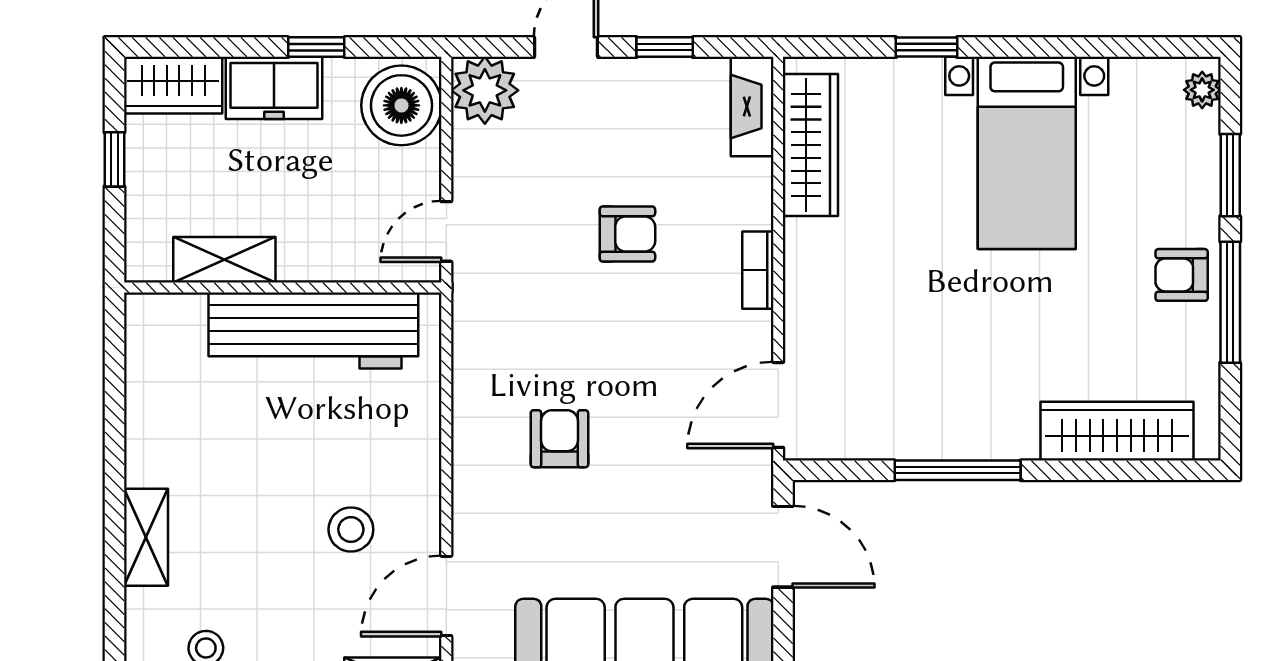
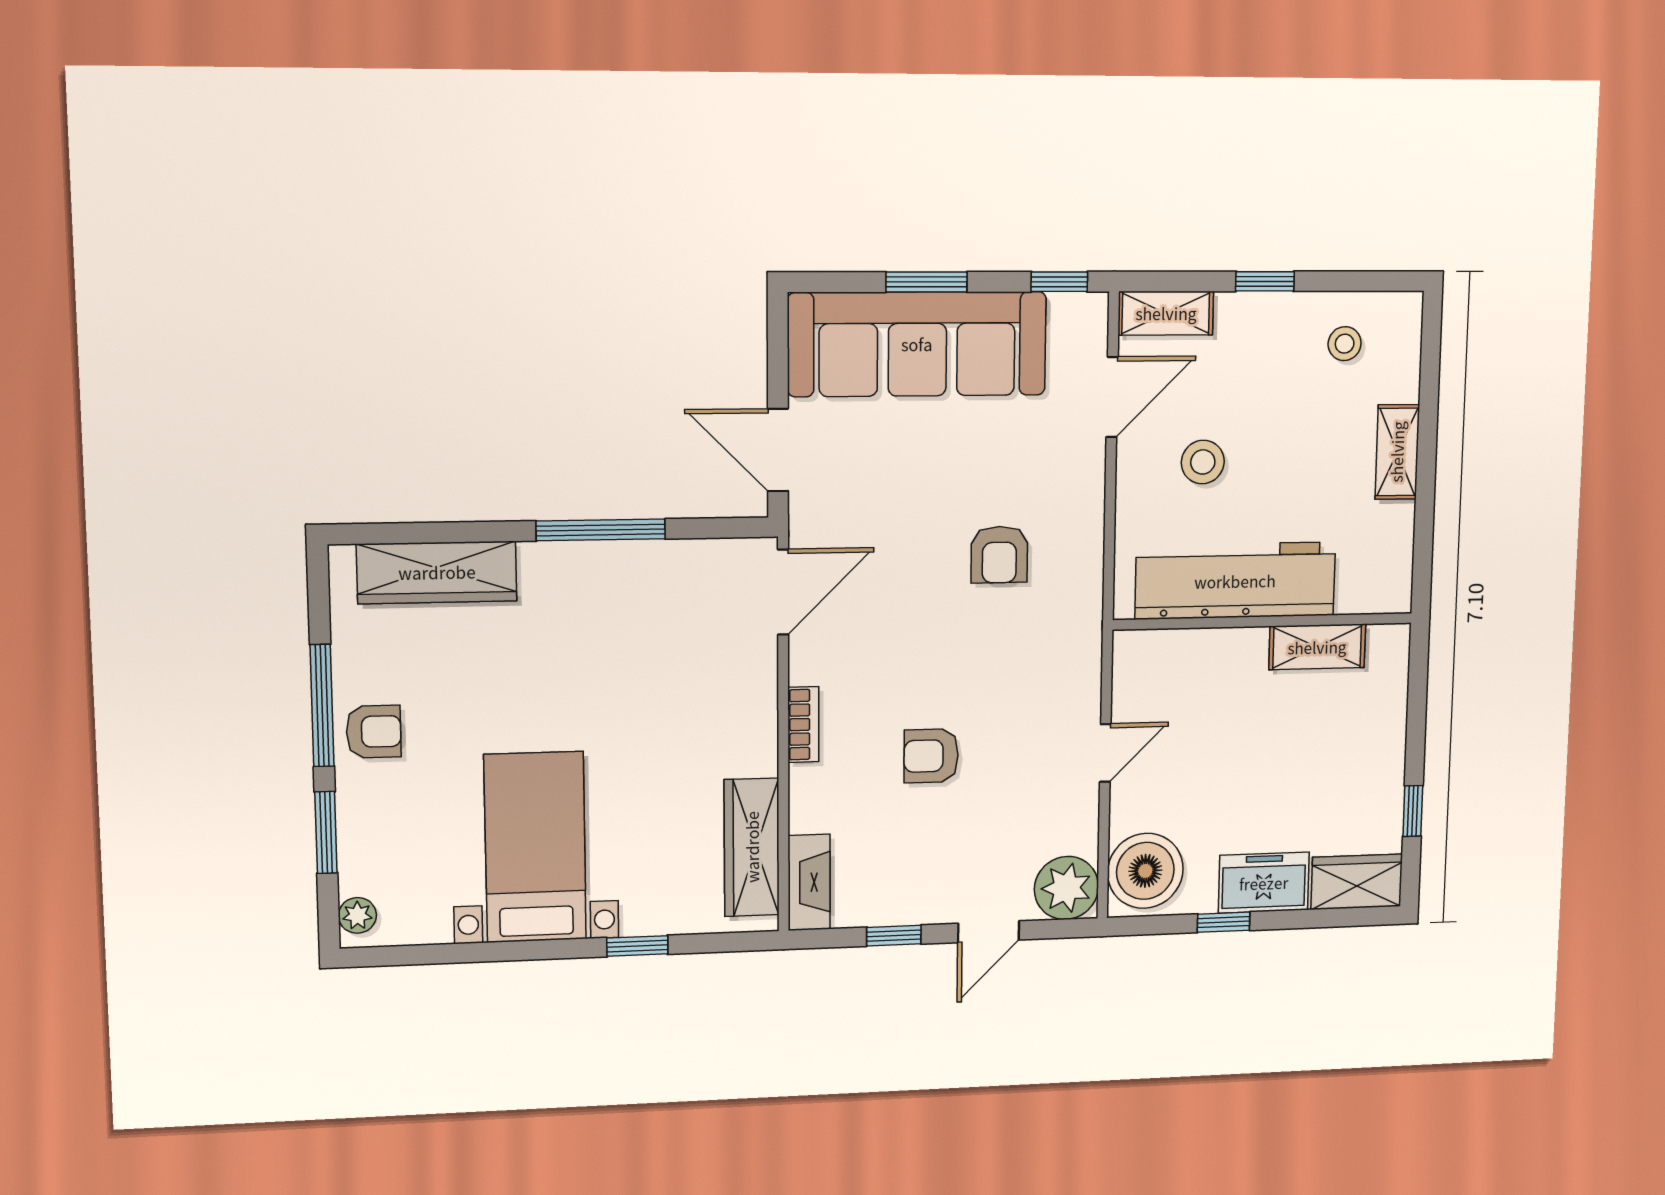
shelving: (224, 260) -> (1317, 647), moved
wall: (283, 288) -> (1263, 621), moved
workbench: (313, 331) -> (1235, 581), moved

